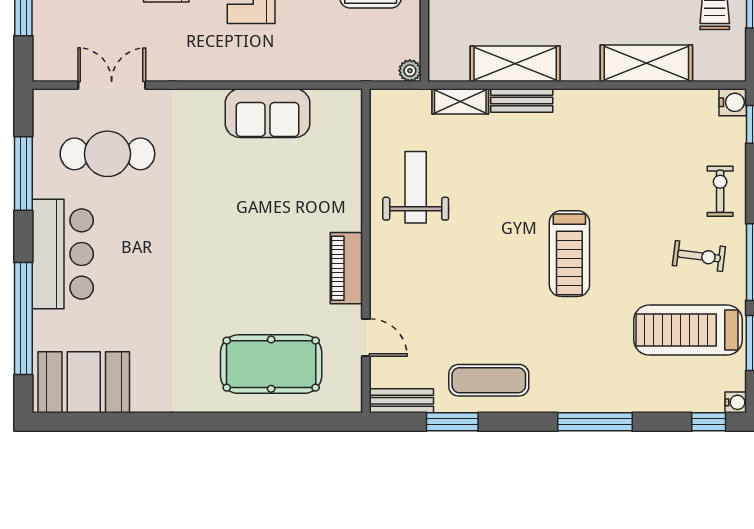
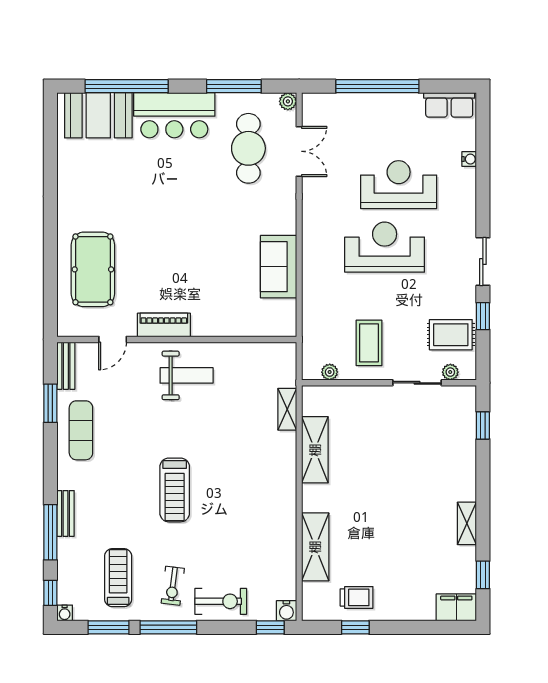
plant: (410, 71) -> (330, 372), moved
plant: (44, 100) -> (288, 101), added
bench: (522, 101) -> (66, 513), moved
weight bench: (416, 187) -> (187, 375), moved
exercise bike: (720, 191) -> (221, 601), width x1.38, depth x1.39
treadmill: (569, 254) -> (175, 490), turned -90
treadmill: (688, 330) -> (118, 578), width x0.73, depth x0.73
booth: (84, 382) -> (98, 115), moved, turned 90
window: (595, 422) -> (50, 532), moved

